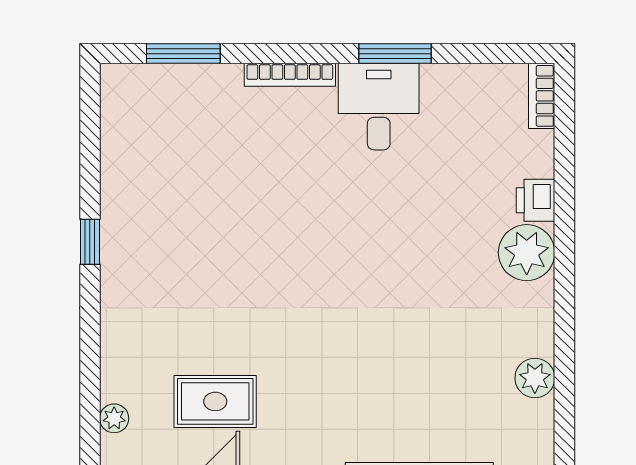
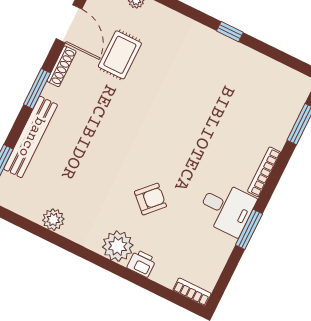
armchair: (424, 237) -> (150, 199), added

